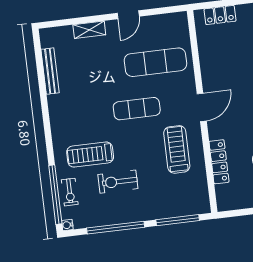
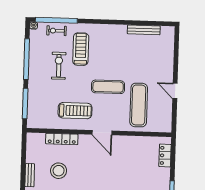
shelving: (89, 30) -> (169, 62), removed
exercise mat: (137, 109) -> (108, 87), turned 90

